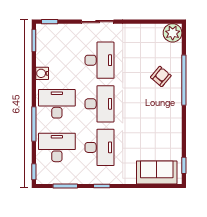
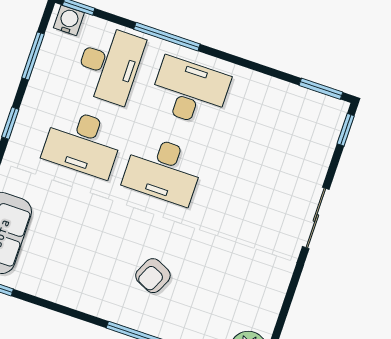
desk: (99, 60) -> (244, 197), removed
water cooler: (42, 73) -> (69, 20), moved
armchair: (161, 76) -> (153, 276), moved, turned 75
desk: (57, 104) -> (190, 92), turned -90

